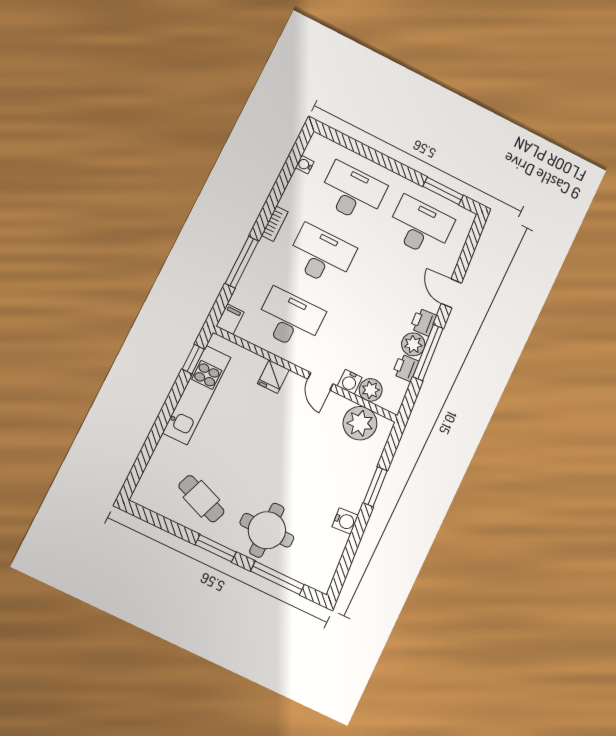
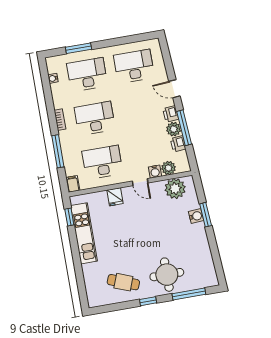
window: (443, 191) -> (79, 48), moved
water cooler: (345, 521) -> (196, 216), moved
window: (216, 548) -> (148, 301), width x0.67

